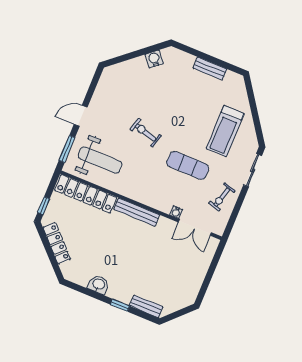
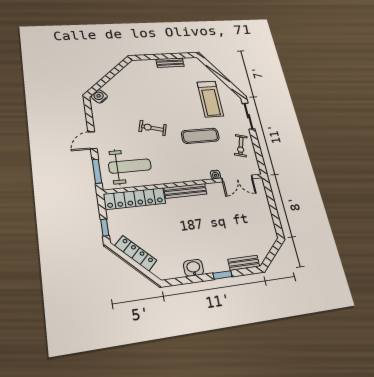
water cooler: (154, 59) -> (99, 96), moved

